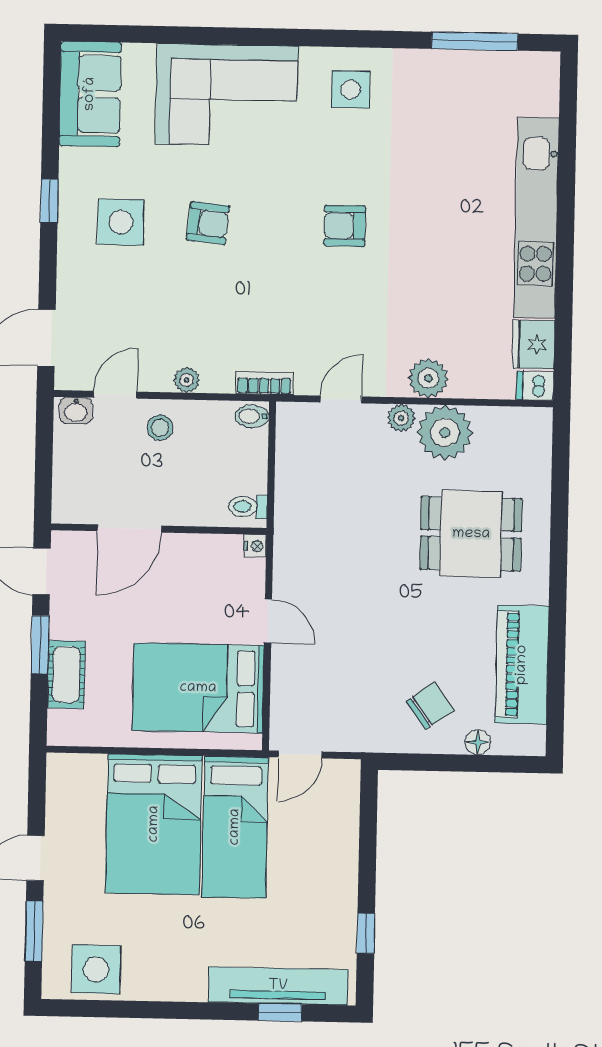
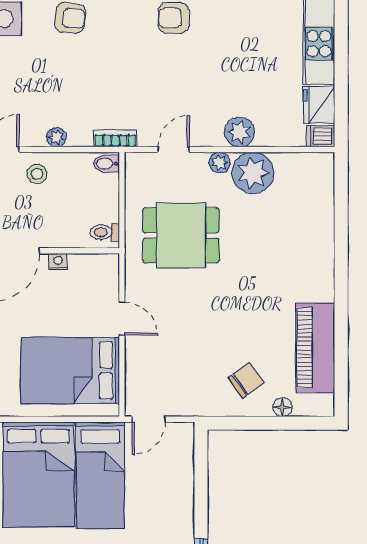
dining table: (471, 534) -> (181, 235), moved
nightstand: (255, 546) -> (58, 262), moved, turned -90

